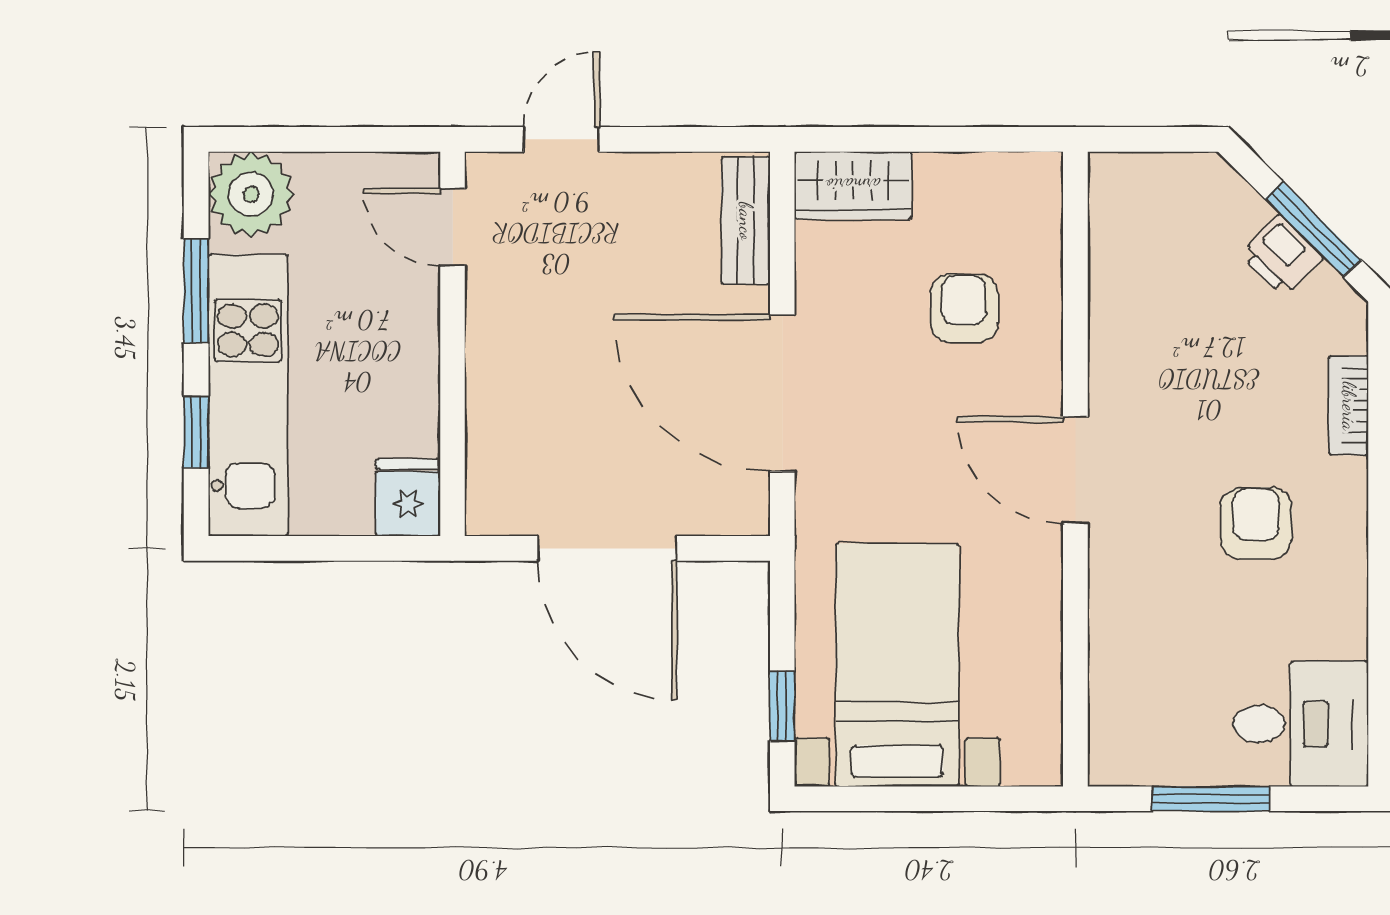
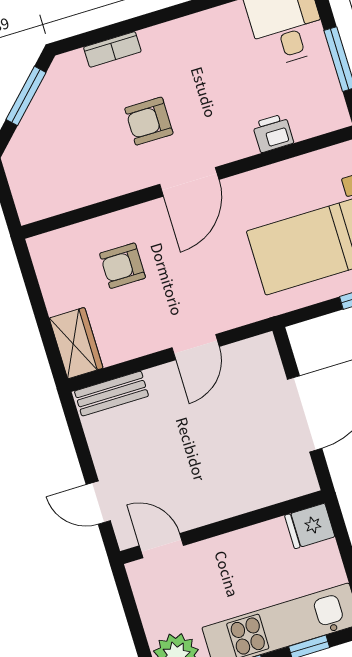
door: (453, 227) -> (161, 546), swing flipped
printer: (1281, 256) -> (273, 133), moved, turned -135
door: (782, 393) -> (196, 347), width x0.53
armchair: (1256, 523) -> (149, 121), moved

